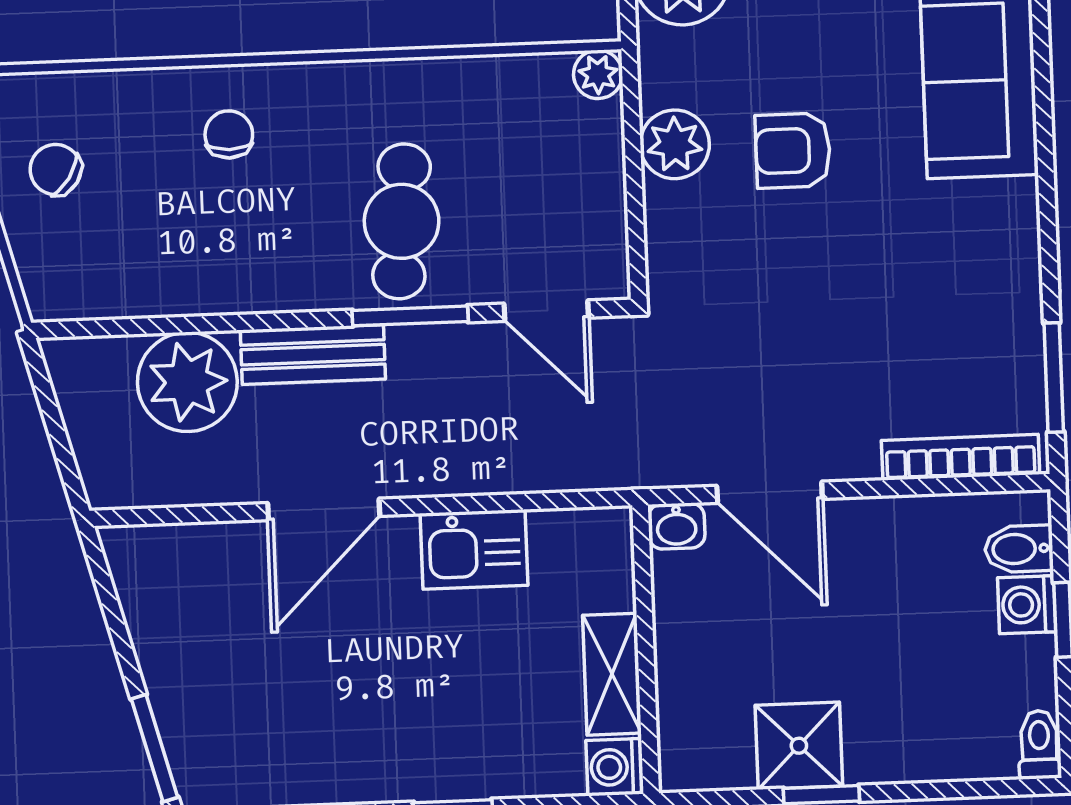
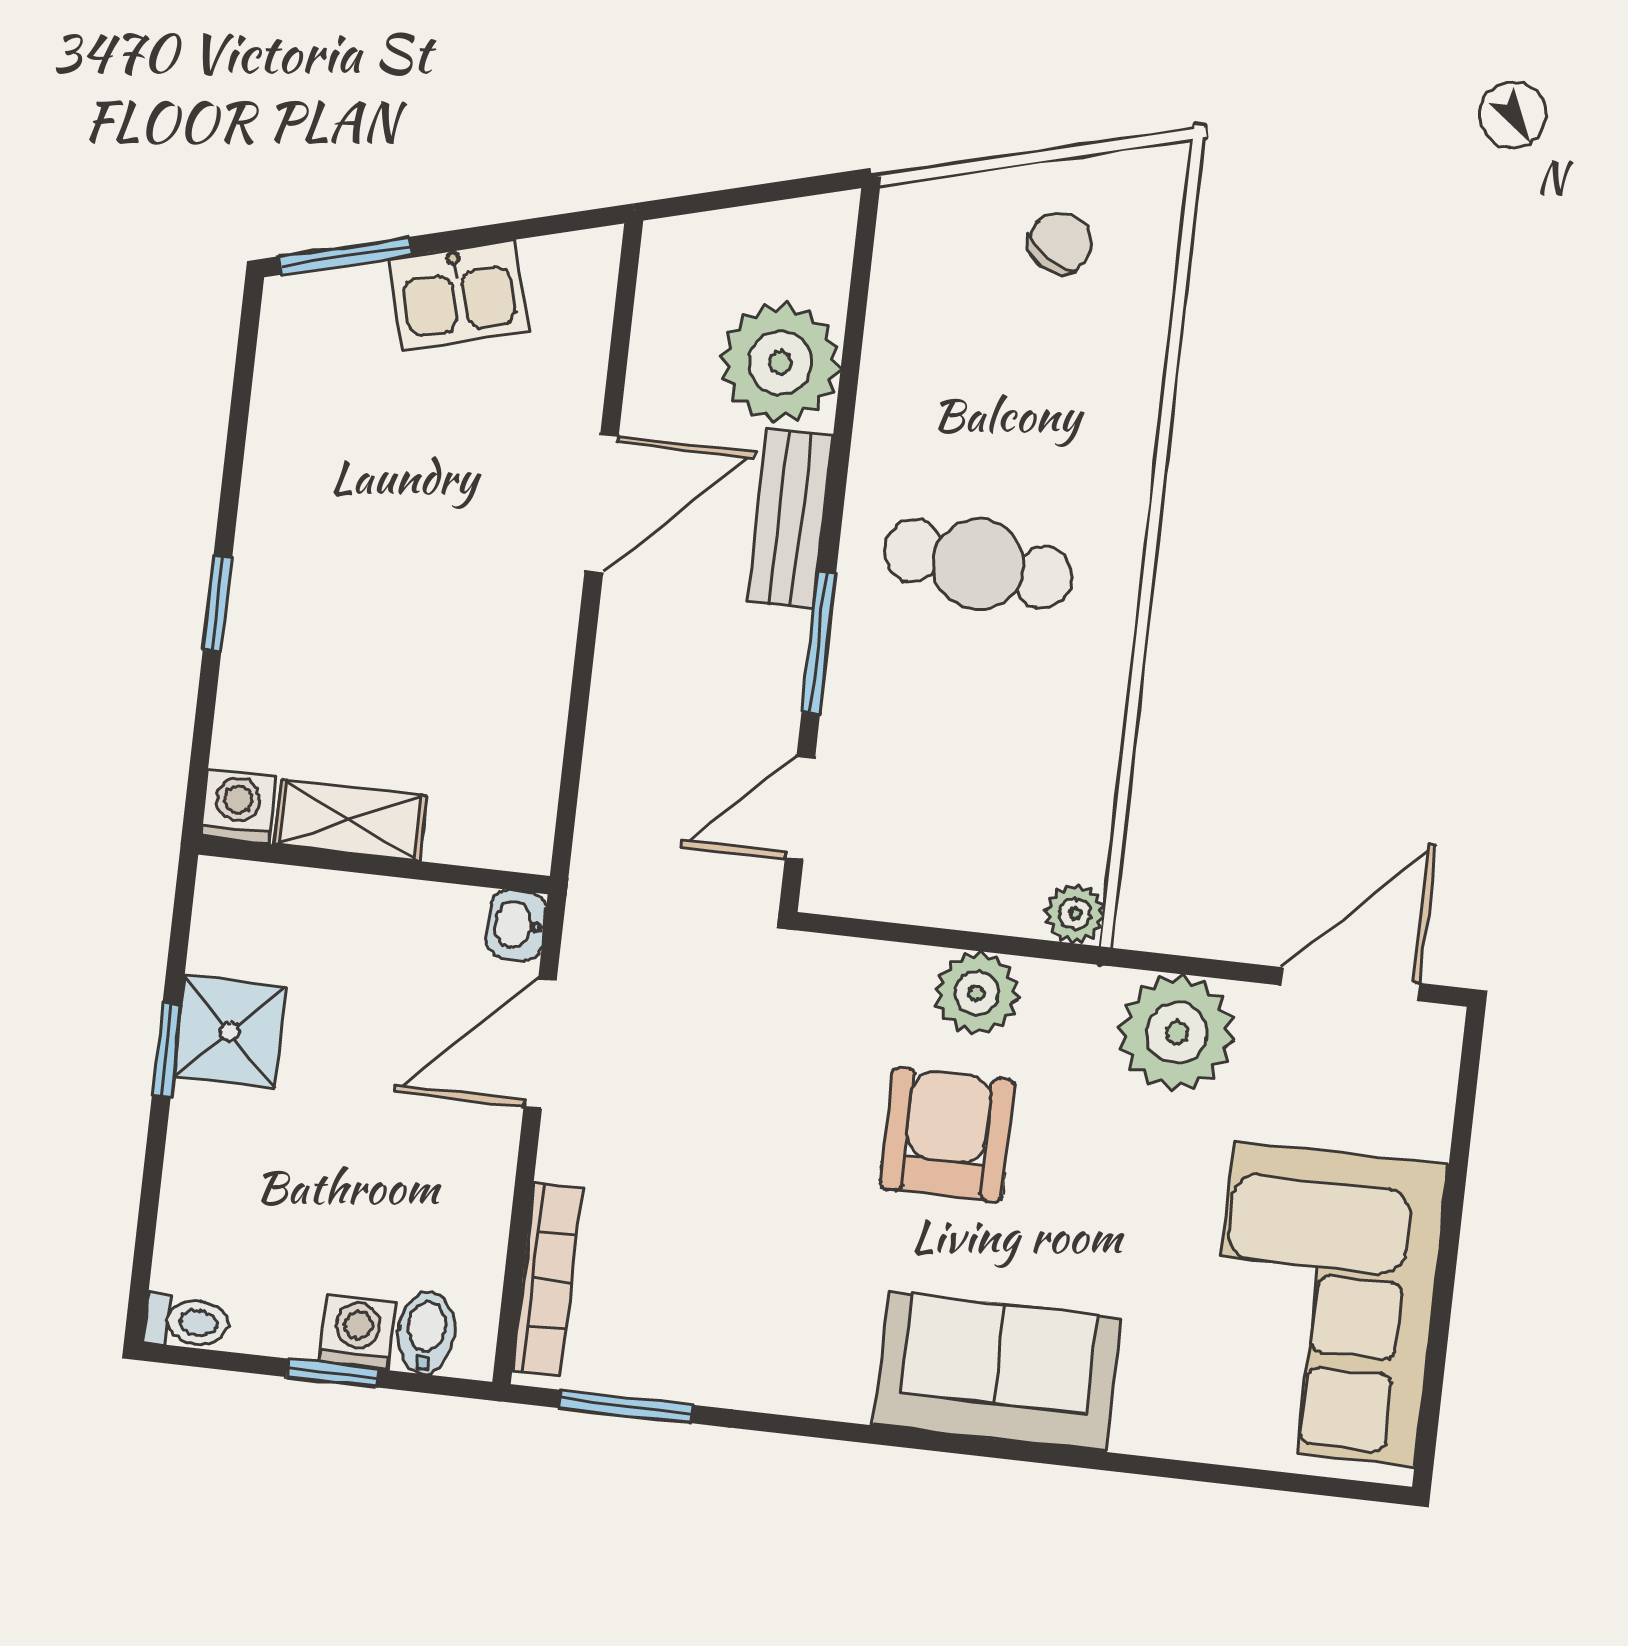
chair: (229, 134) -> (1071, 458), removed
armchair: (793, 151) -> (947, 1134), width x1.38, depth x1.38
cafe table: (402, 221) -> (978, 564), moved
door: (324, 509) -> (602, 503), swing flipped
kitchen sink: (474, 549) -> (458, 295), moved, turned -105

